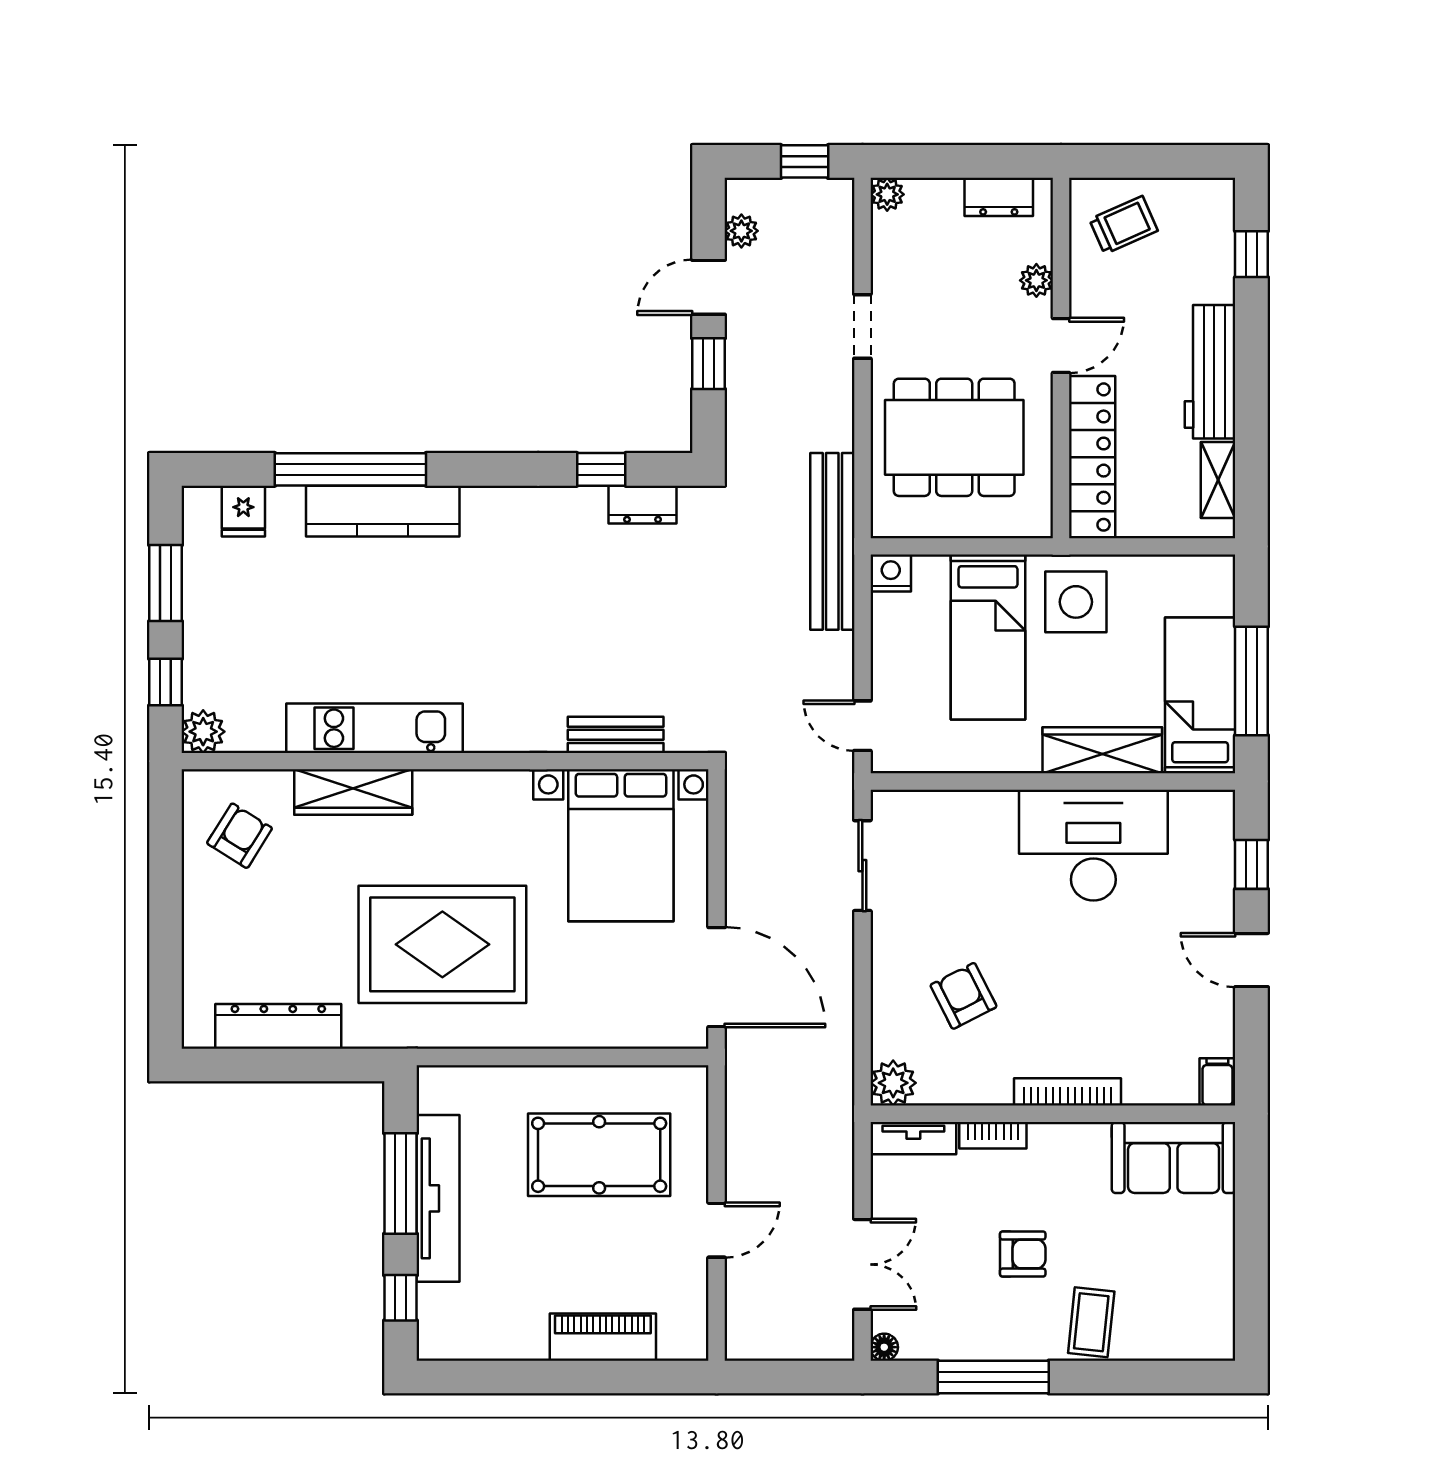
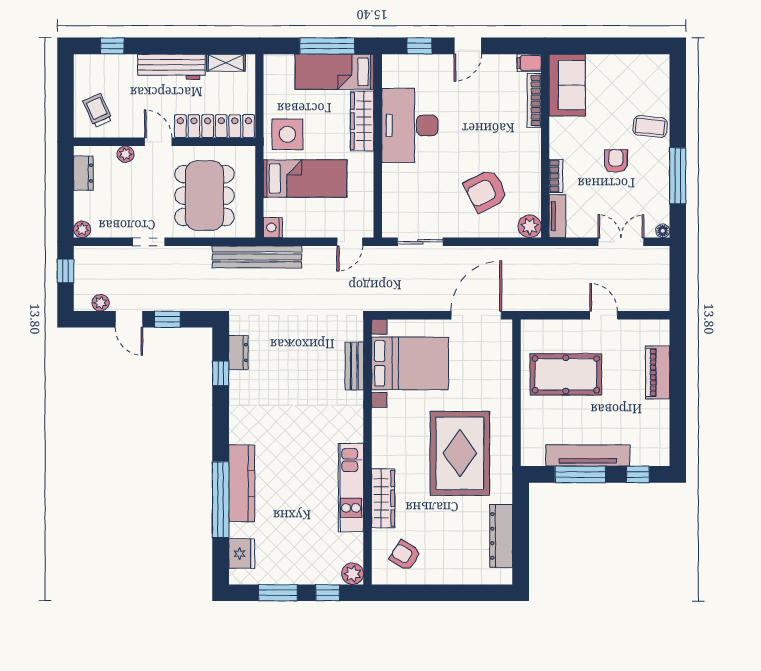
fridge: (243, 511) -> (242, 554), width x1.38
armchair: (964, 996) -> (486, 191), width x1.38, depth x1.38
bookcase: (1068, 1092) -> (534, 100), moved
pool table: (599, 1155) -> (566, 374), turned 90

